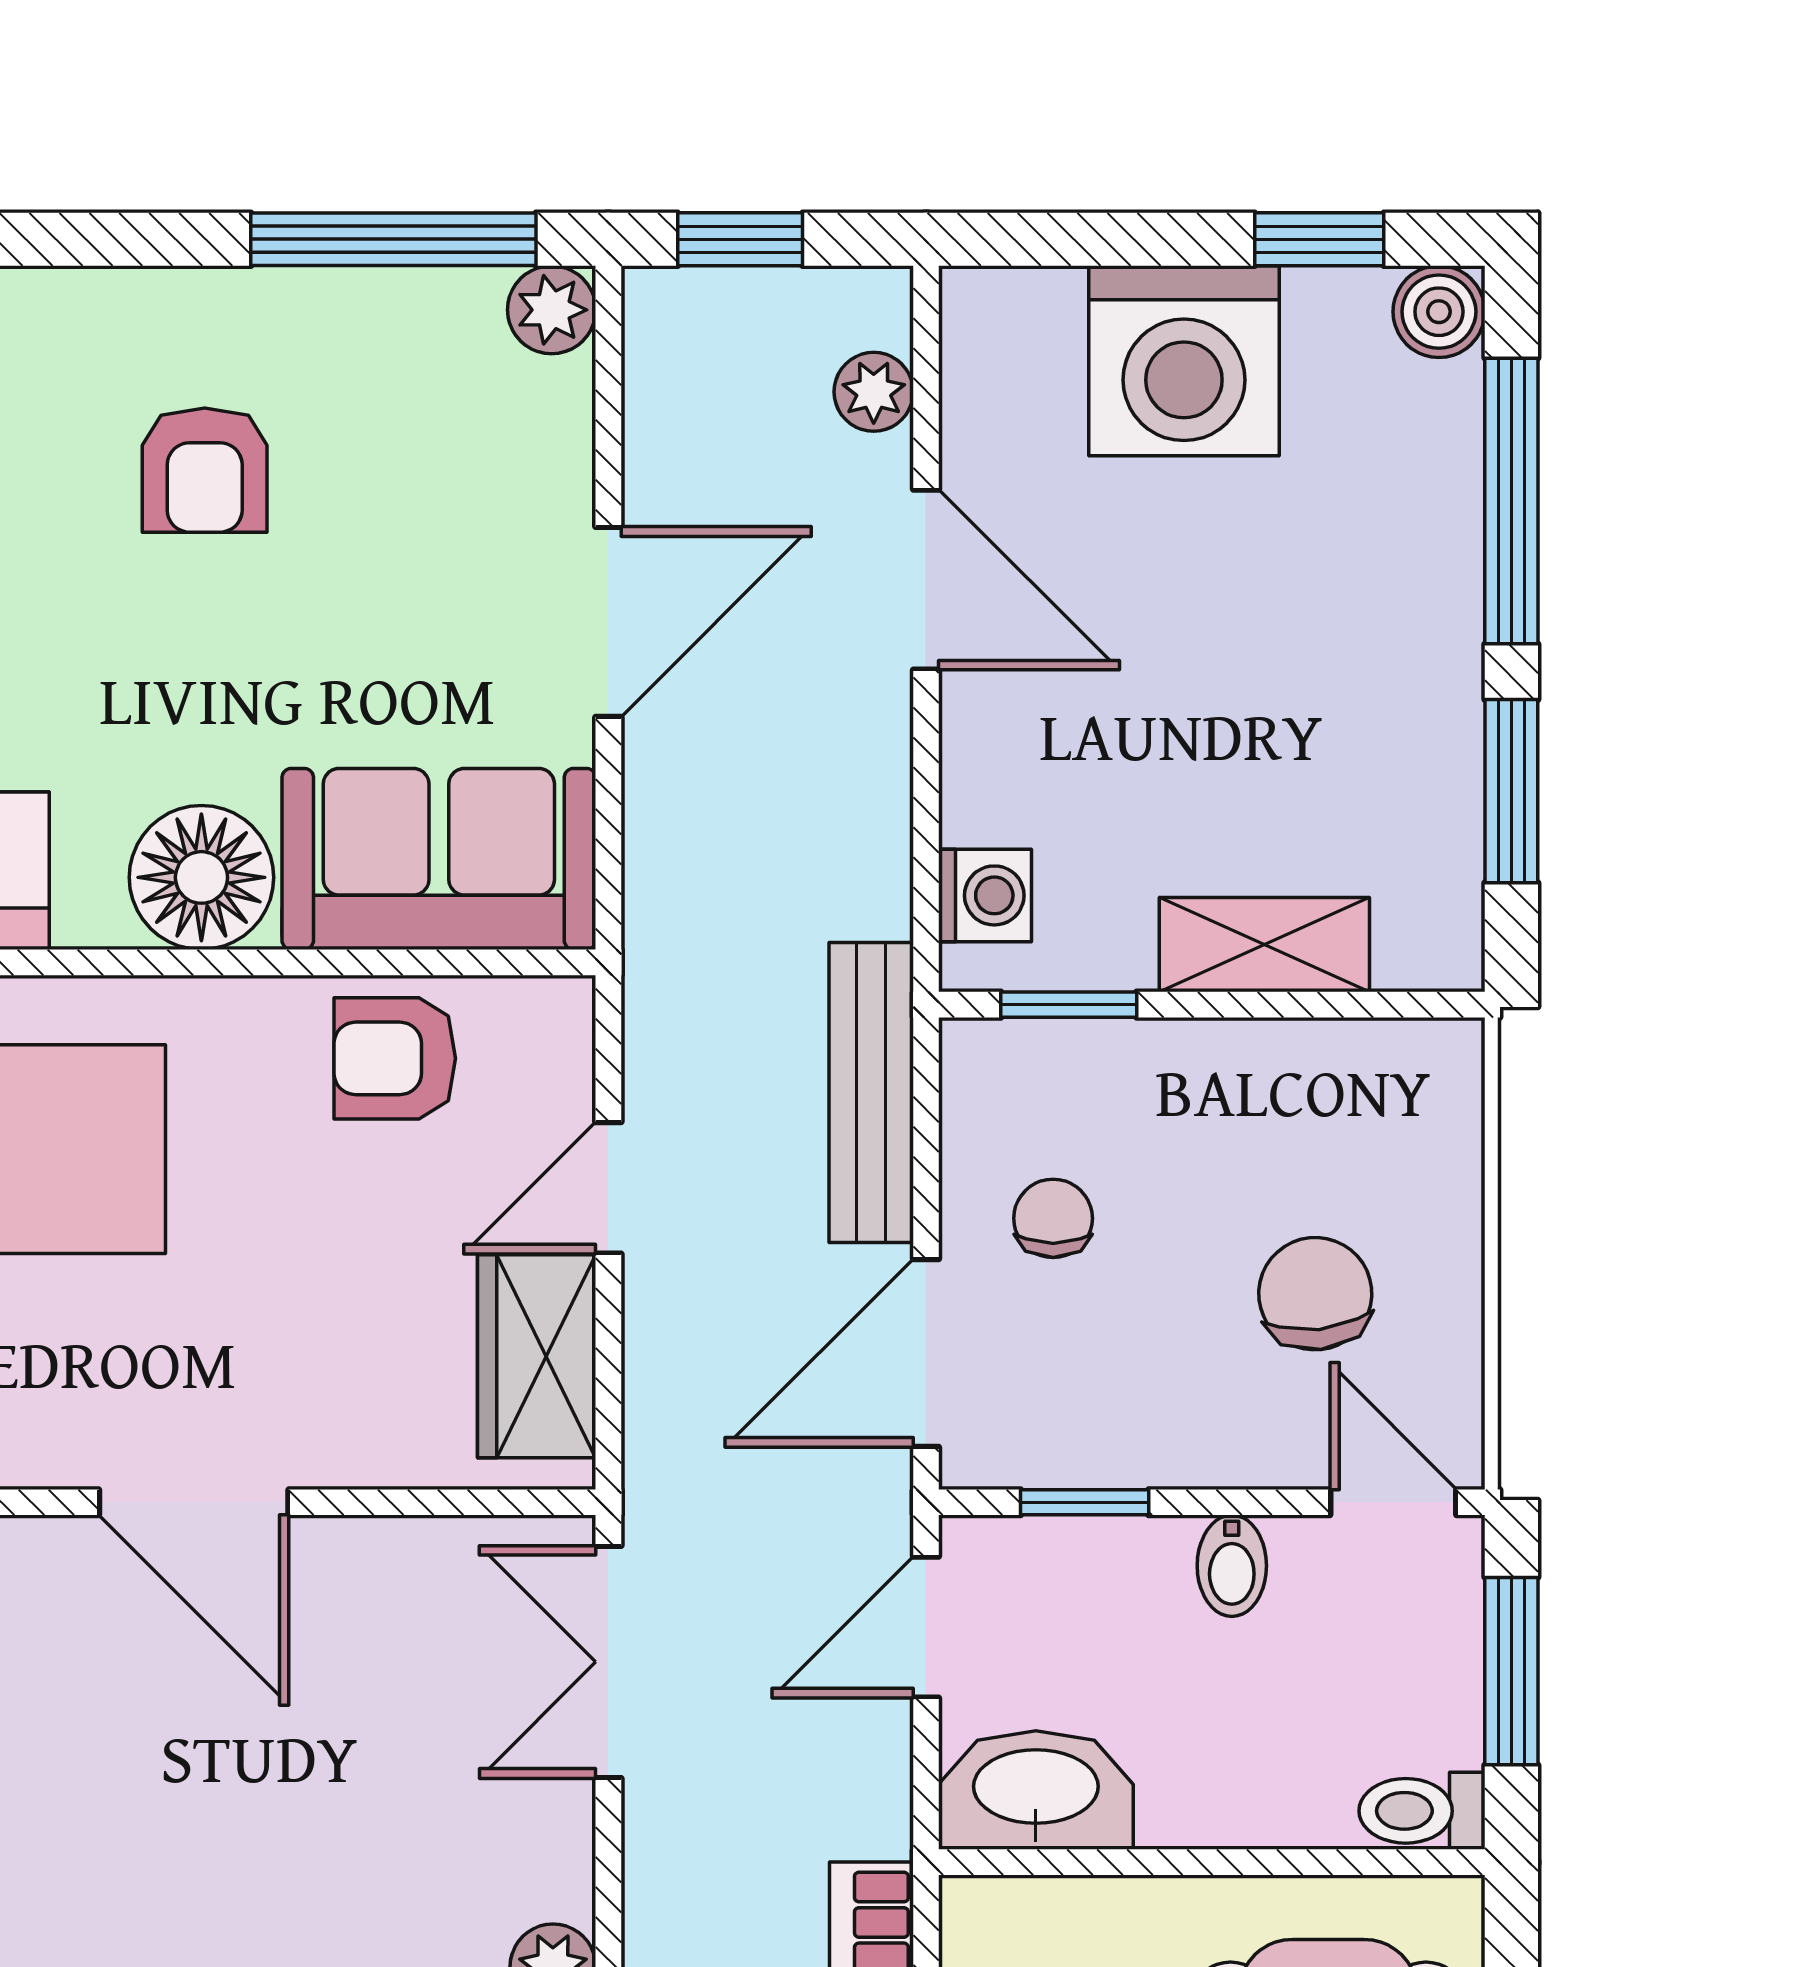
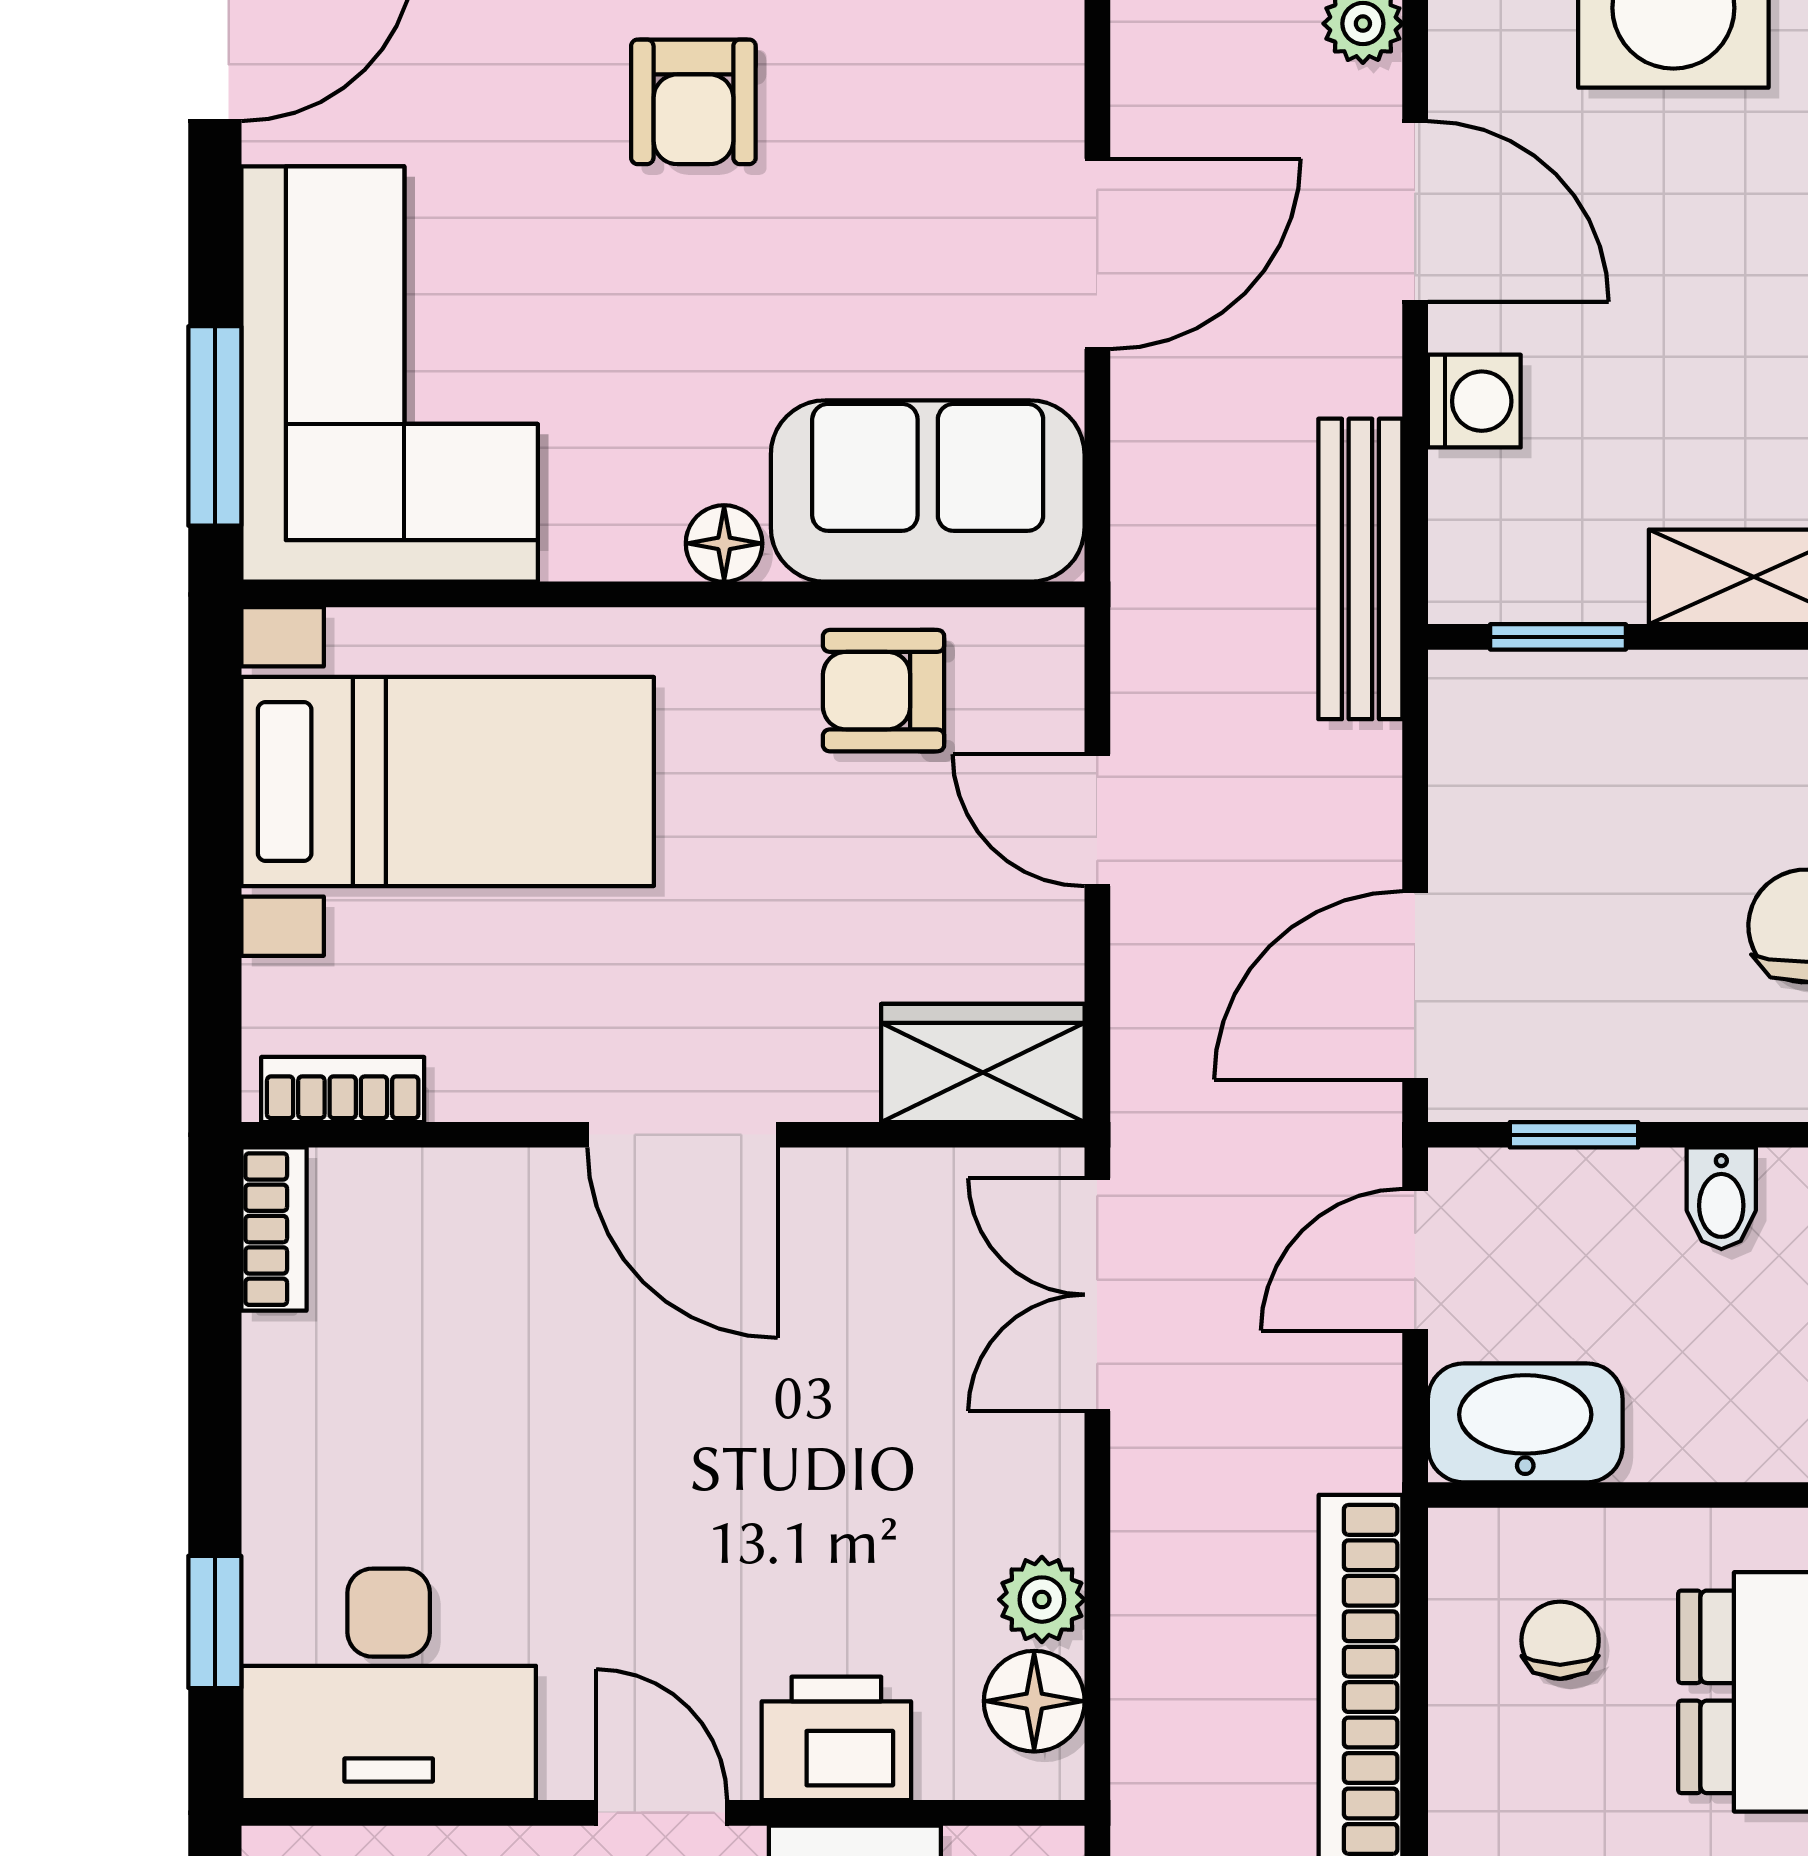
floor lamp: (201, 877) -> (724, 543), width x0.53, depth x0.53
washing machine: (985, 895) -> (1474, 401), moved
bench: (871, 1093) -> (1360, 569), moved
door: (608, 1188) -> (1097, 820), hinge flipped
chair: (1053, 1218) -> (1542, 851), removed
wardrobe: (537, 1356) -> (983, 1063), moved, turned 90

